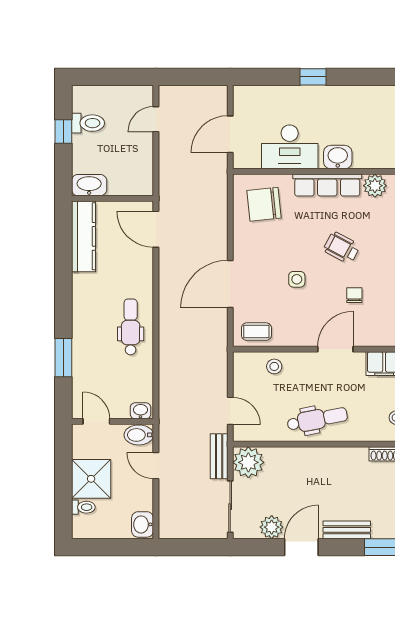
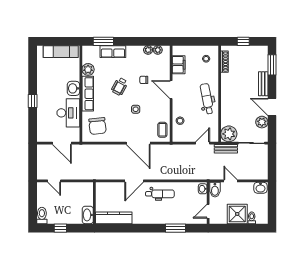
toilet: (88, 123) -> (42, 216), moved
door: (156, 229) -> (134, 181), moved
dental chair: (131, 327) -> (160, 194), turned 180
door: (156, 466) -> (231, 181), swing flipped

